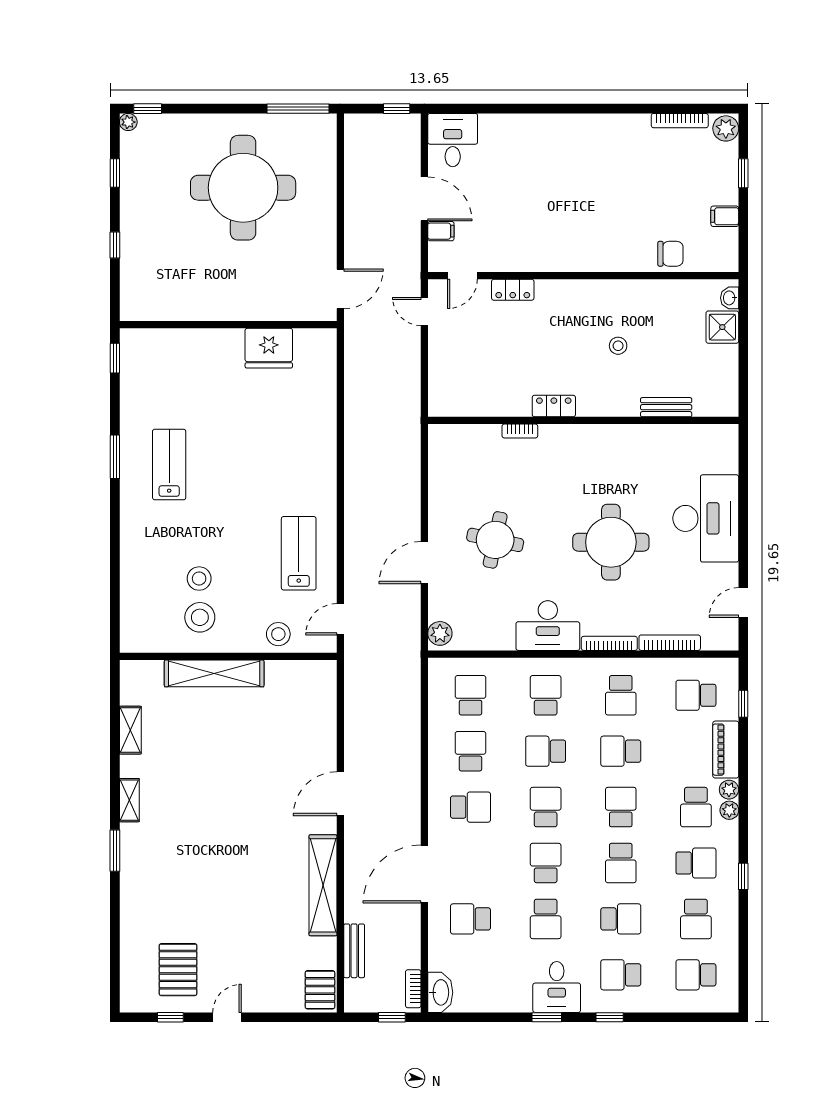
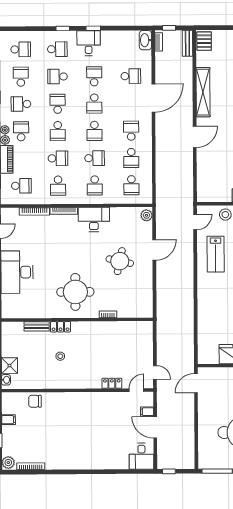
locker: (554, 406) -> (60, 327), moved
round table: (611, 542) -> (75, 292), moved
school desk: (621, 695) -> (58, 186), turned 180
school desk: (470, 807) -> (131, 131), turned 90
bench: (354, 951) -> (187, 43), moved

